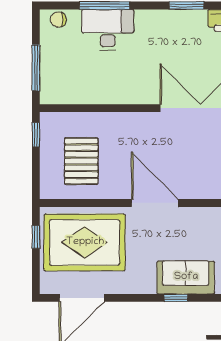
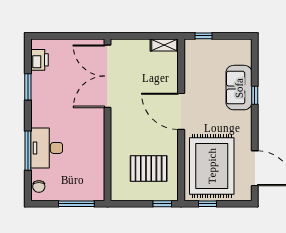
window: (36, 135) -> (162, 204), moved
door: (155, 203) -> (181, 111), hinge flipped

